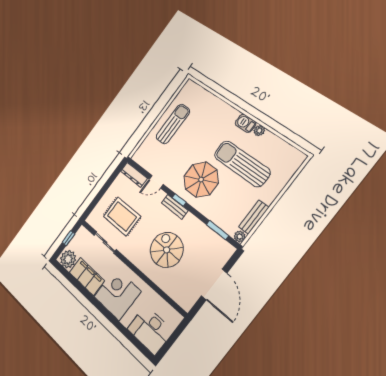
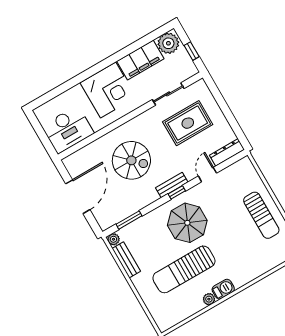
sun lounger: (242, 164) -> (184, 269), turned 180
door: (214, 285) -> (78, 197), swing flipped
desk: (150, 330) -> (68, 130), moved, turned 180

